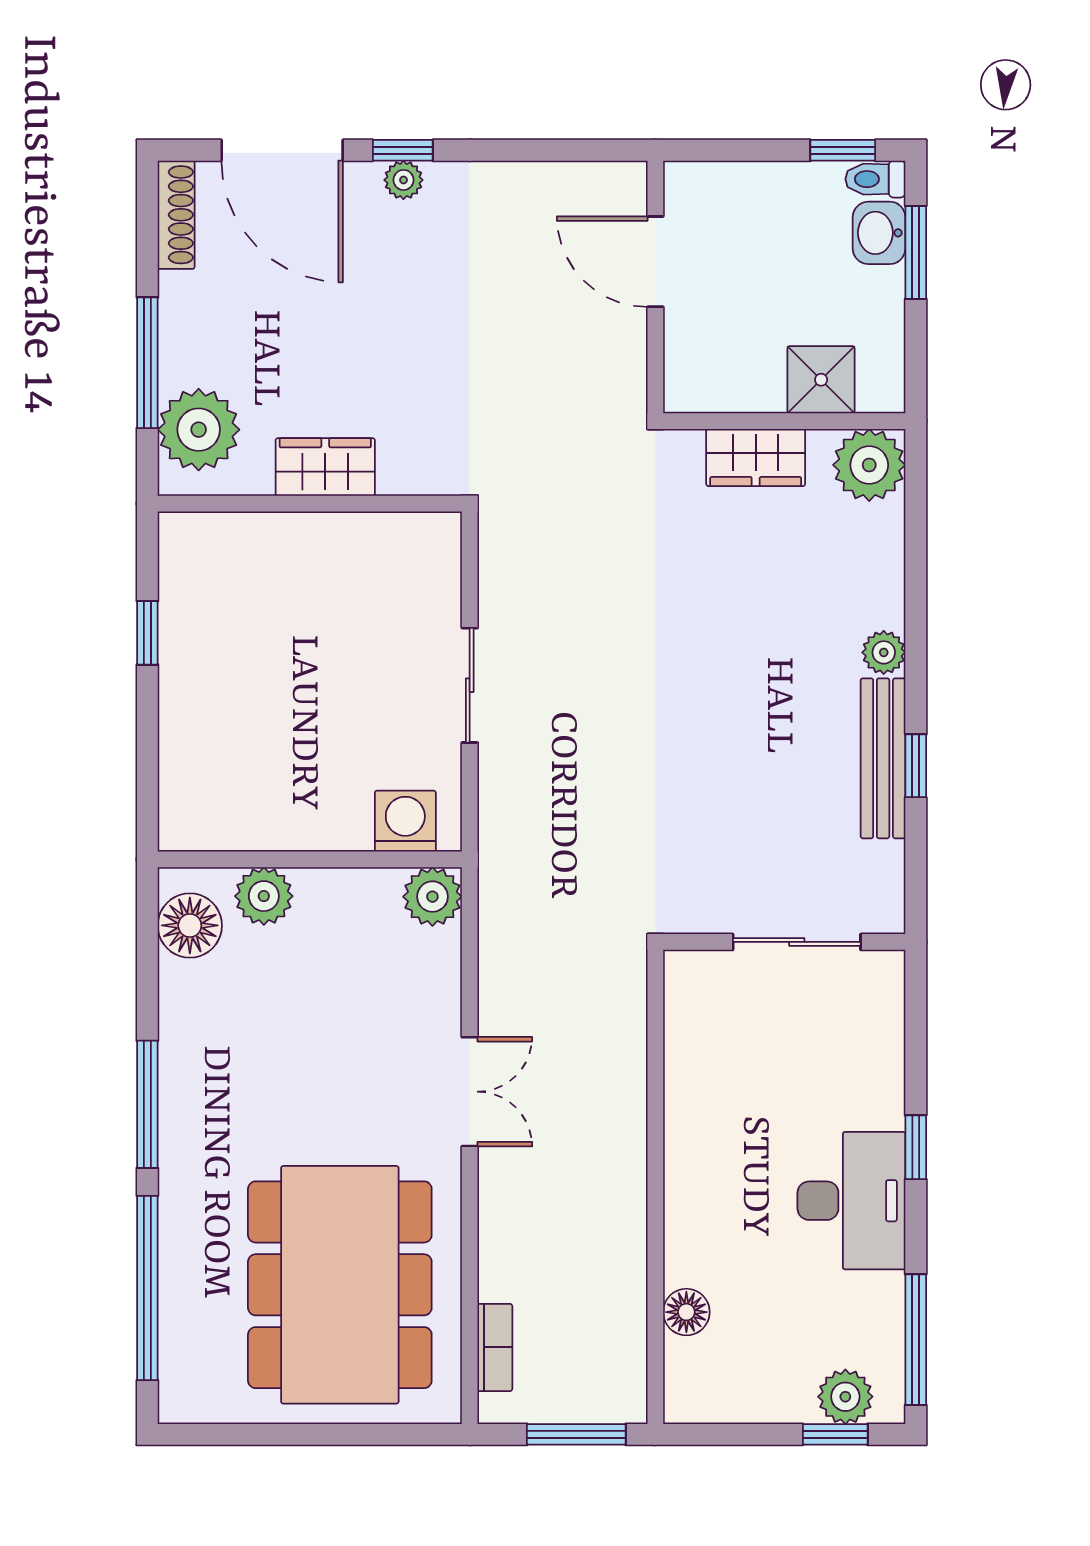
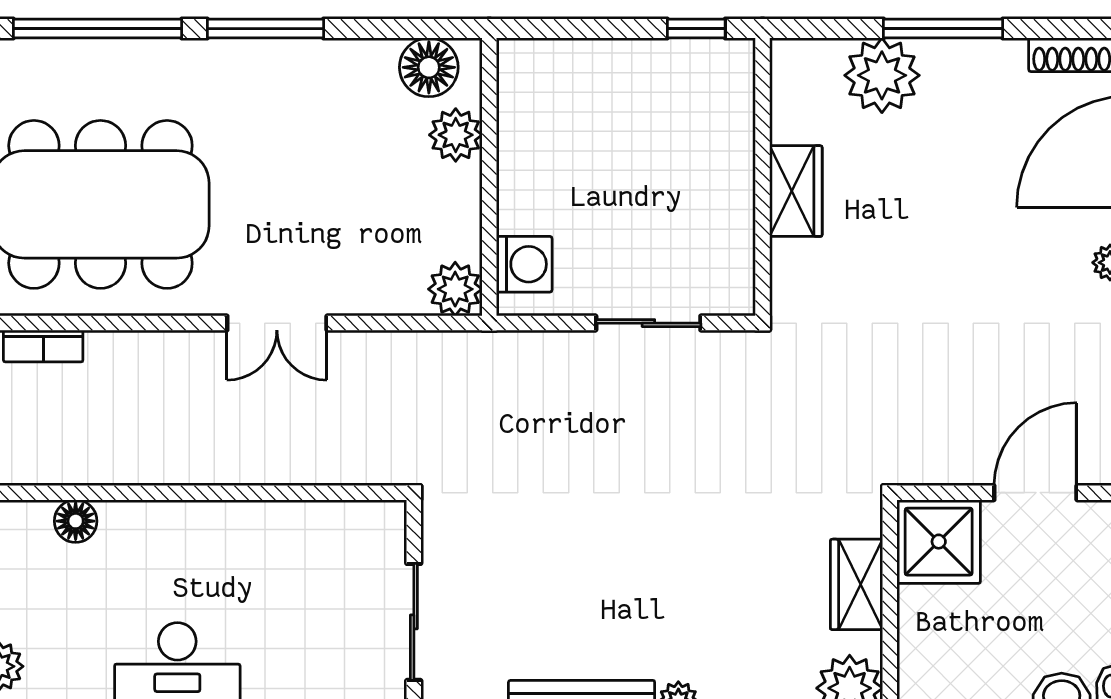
shower: (821, 380) -> (939, 542), moved, width x1.36, depth x1.36
wardrobe: (325, 467) -> (796, 191), moved
wall: (310, 504) -> (763, 177), moved

